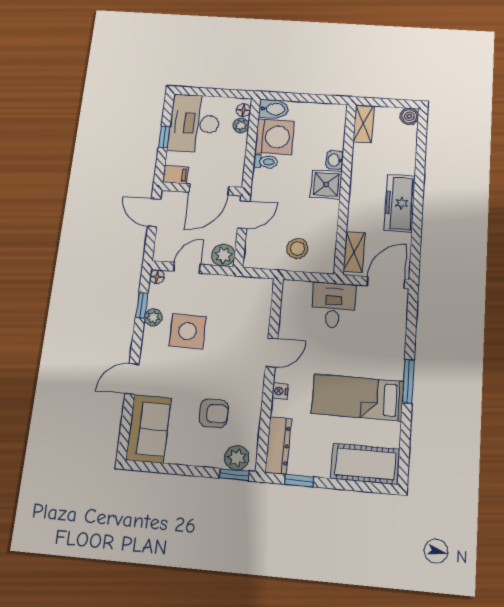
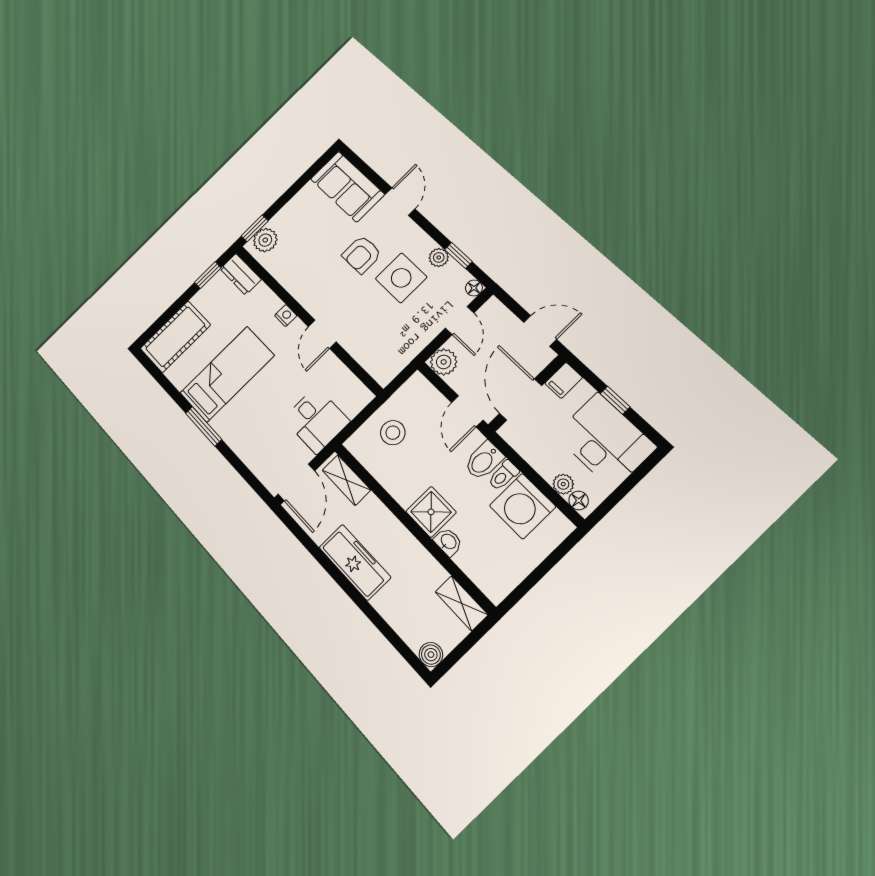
bidet: (274, 109) -> (484, 461), moved
armchair: (214, 413) -> (362, 254), moved
dresser: (278, 445) -> (241, 274), width x0.70

